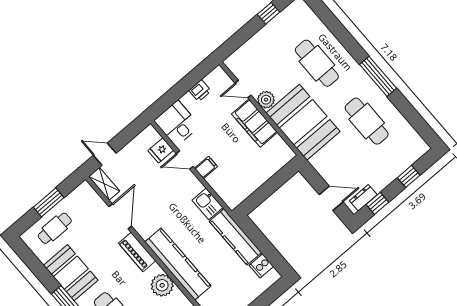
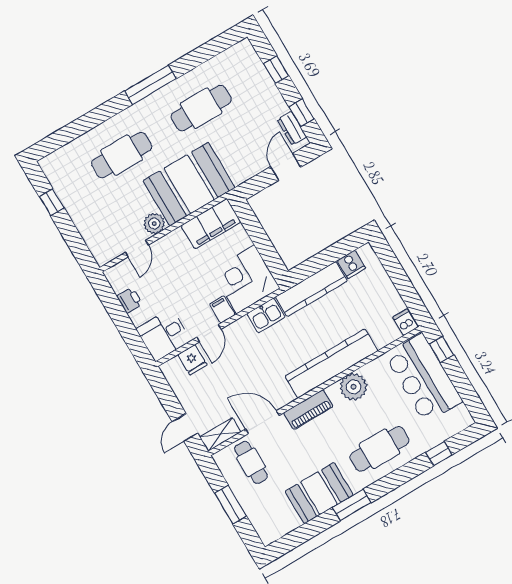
filing cabinet: (255, 123) -> (211, 224), moved
corner desk: (234, 182) -> (246, 279), added
cafe table: (55, 228) -> (251, 462), moved

